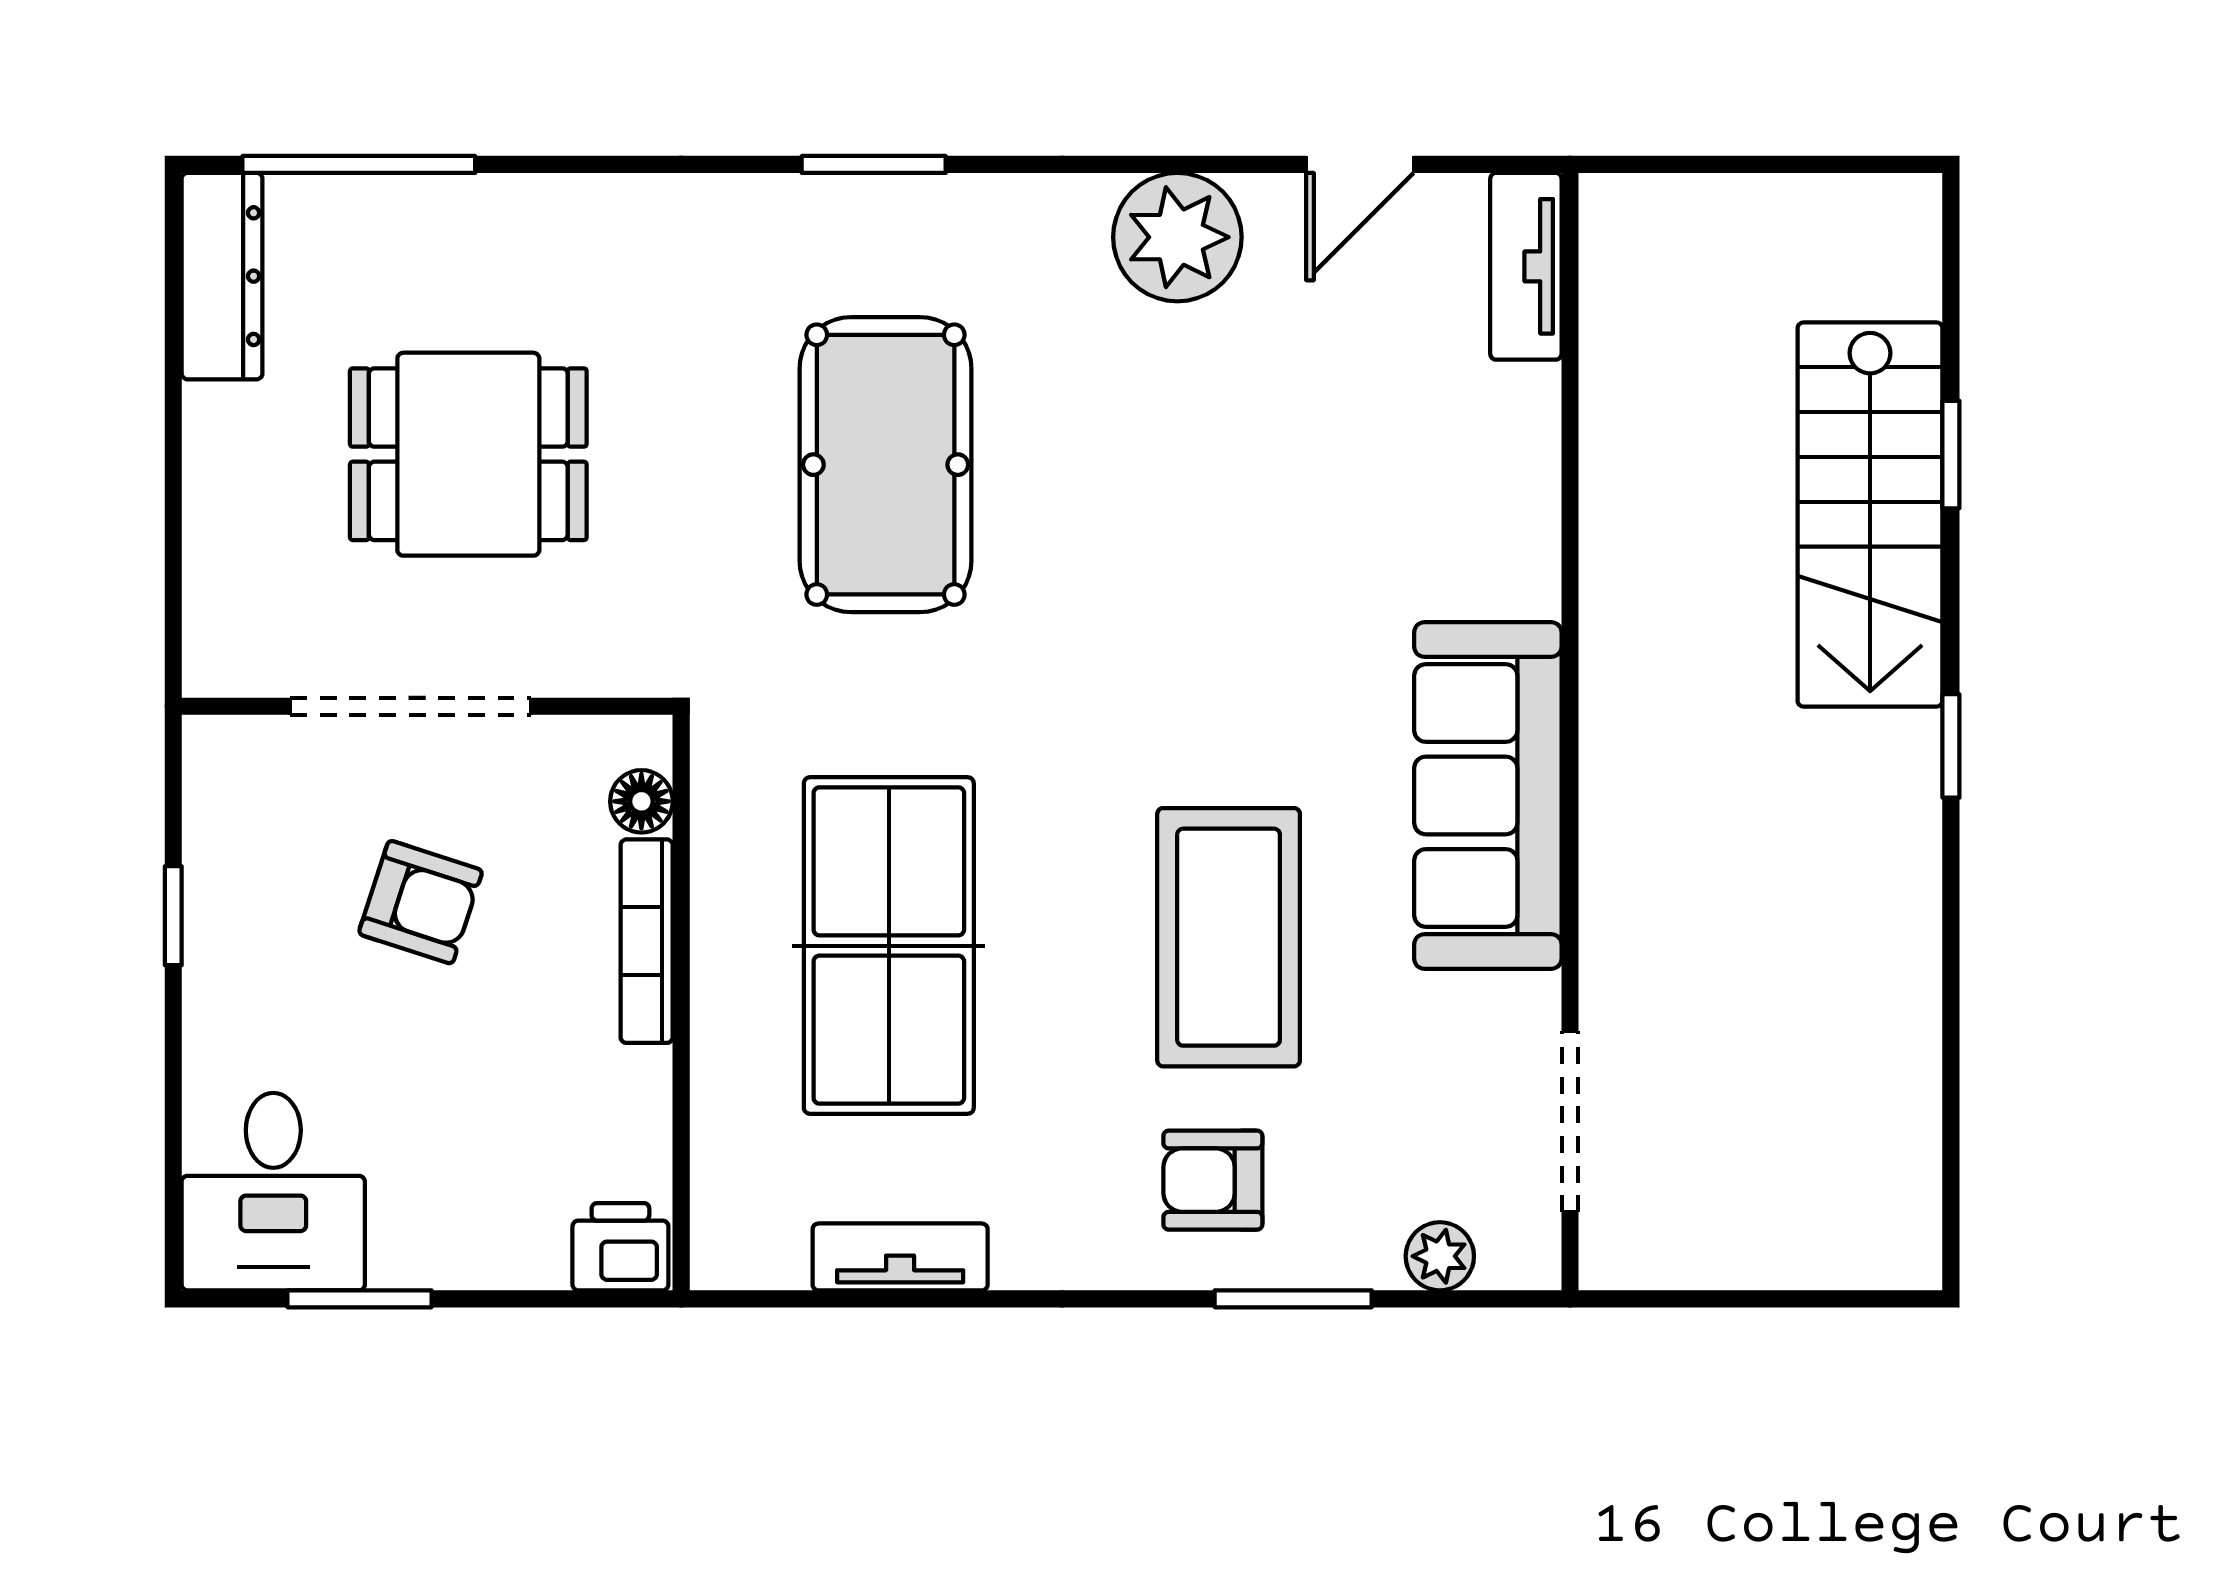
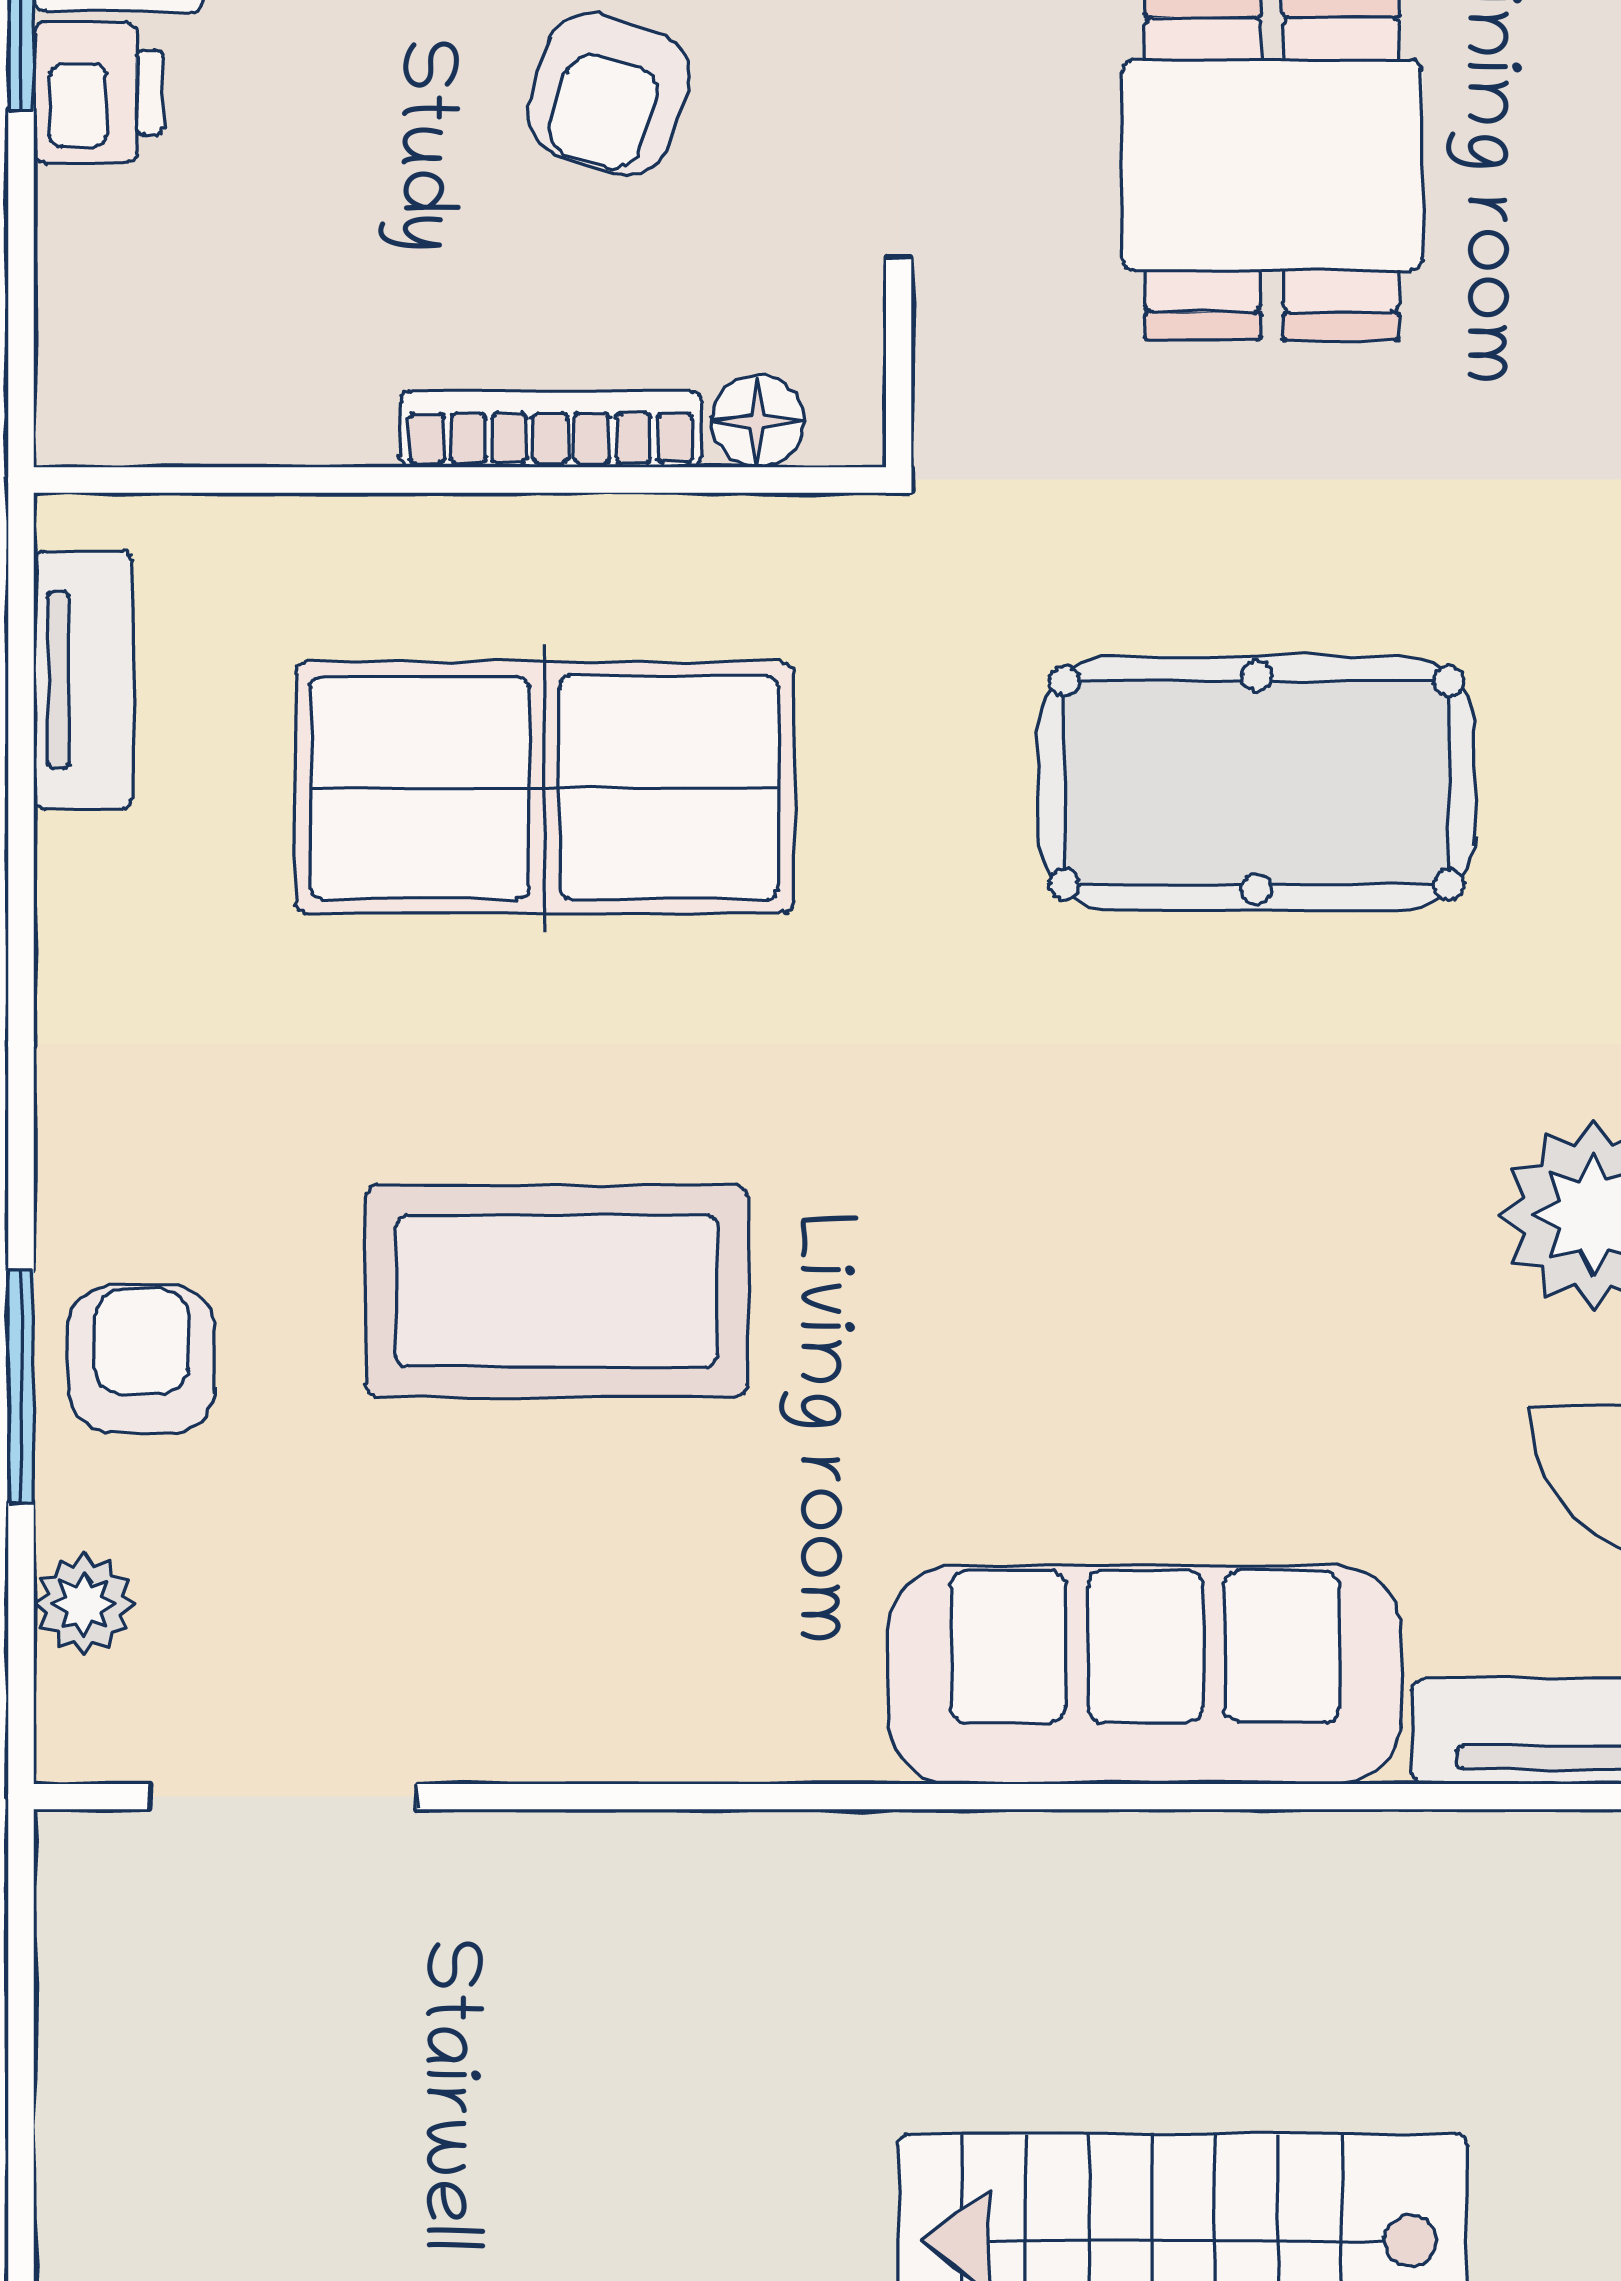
sofa: (1488, 795) -> (1145, 1675), moved
armchair: (1213, 1180) -> (141, 1359), moved
printer: (620, 1247) -> (98, 93), moved
tv unit: (900, 1257) -> (83, 680), moved

